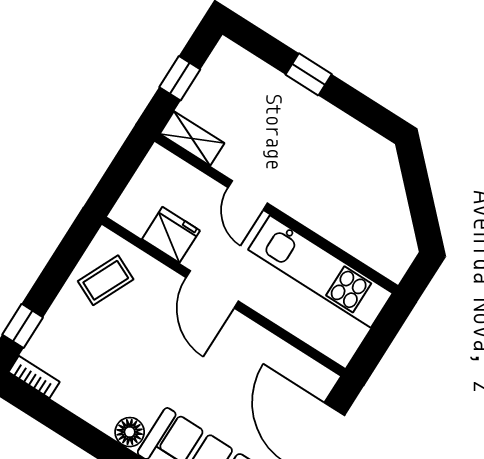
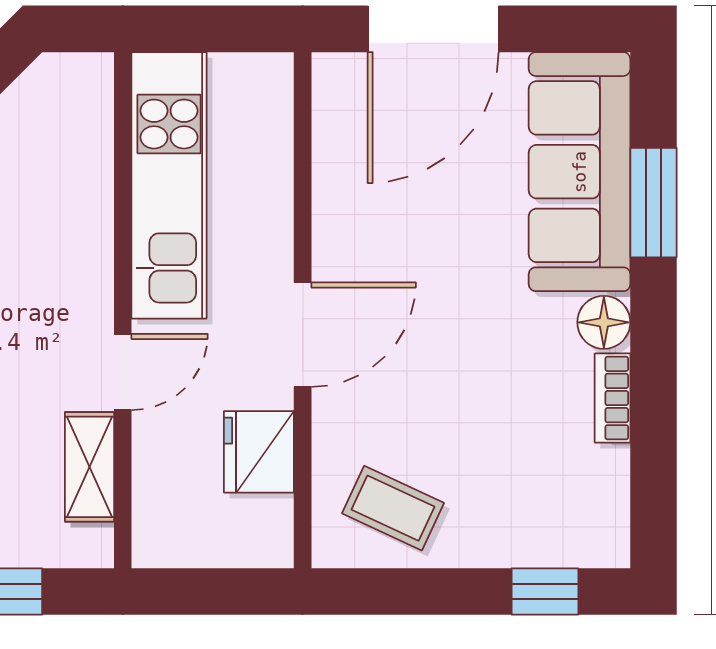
shelving: (192, 138) -> (89, 467), moved
bookcase: (34, 377) -> (612, 398), moved

